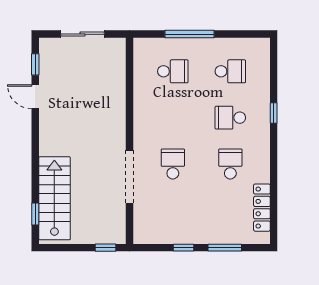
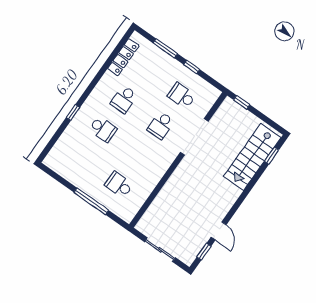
school desk: (230, 71) -> (182, 96), moved

